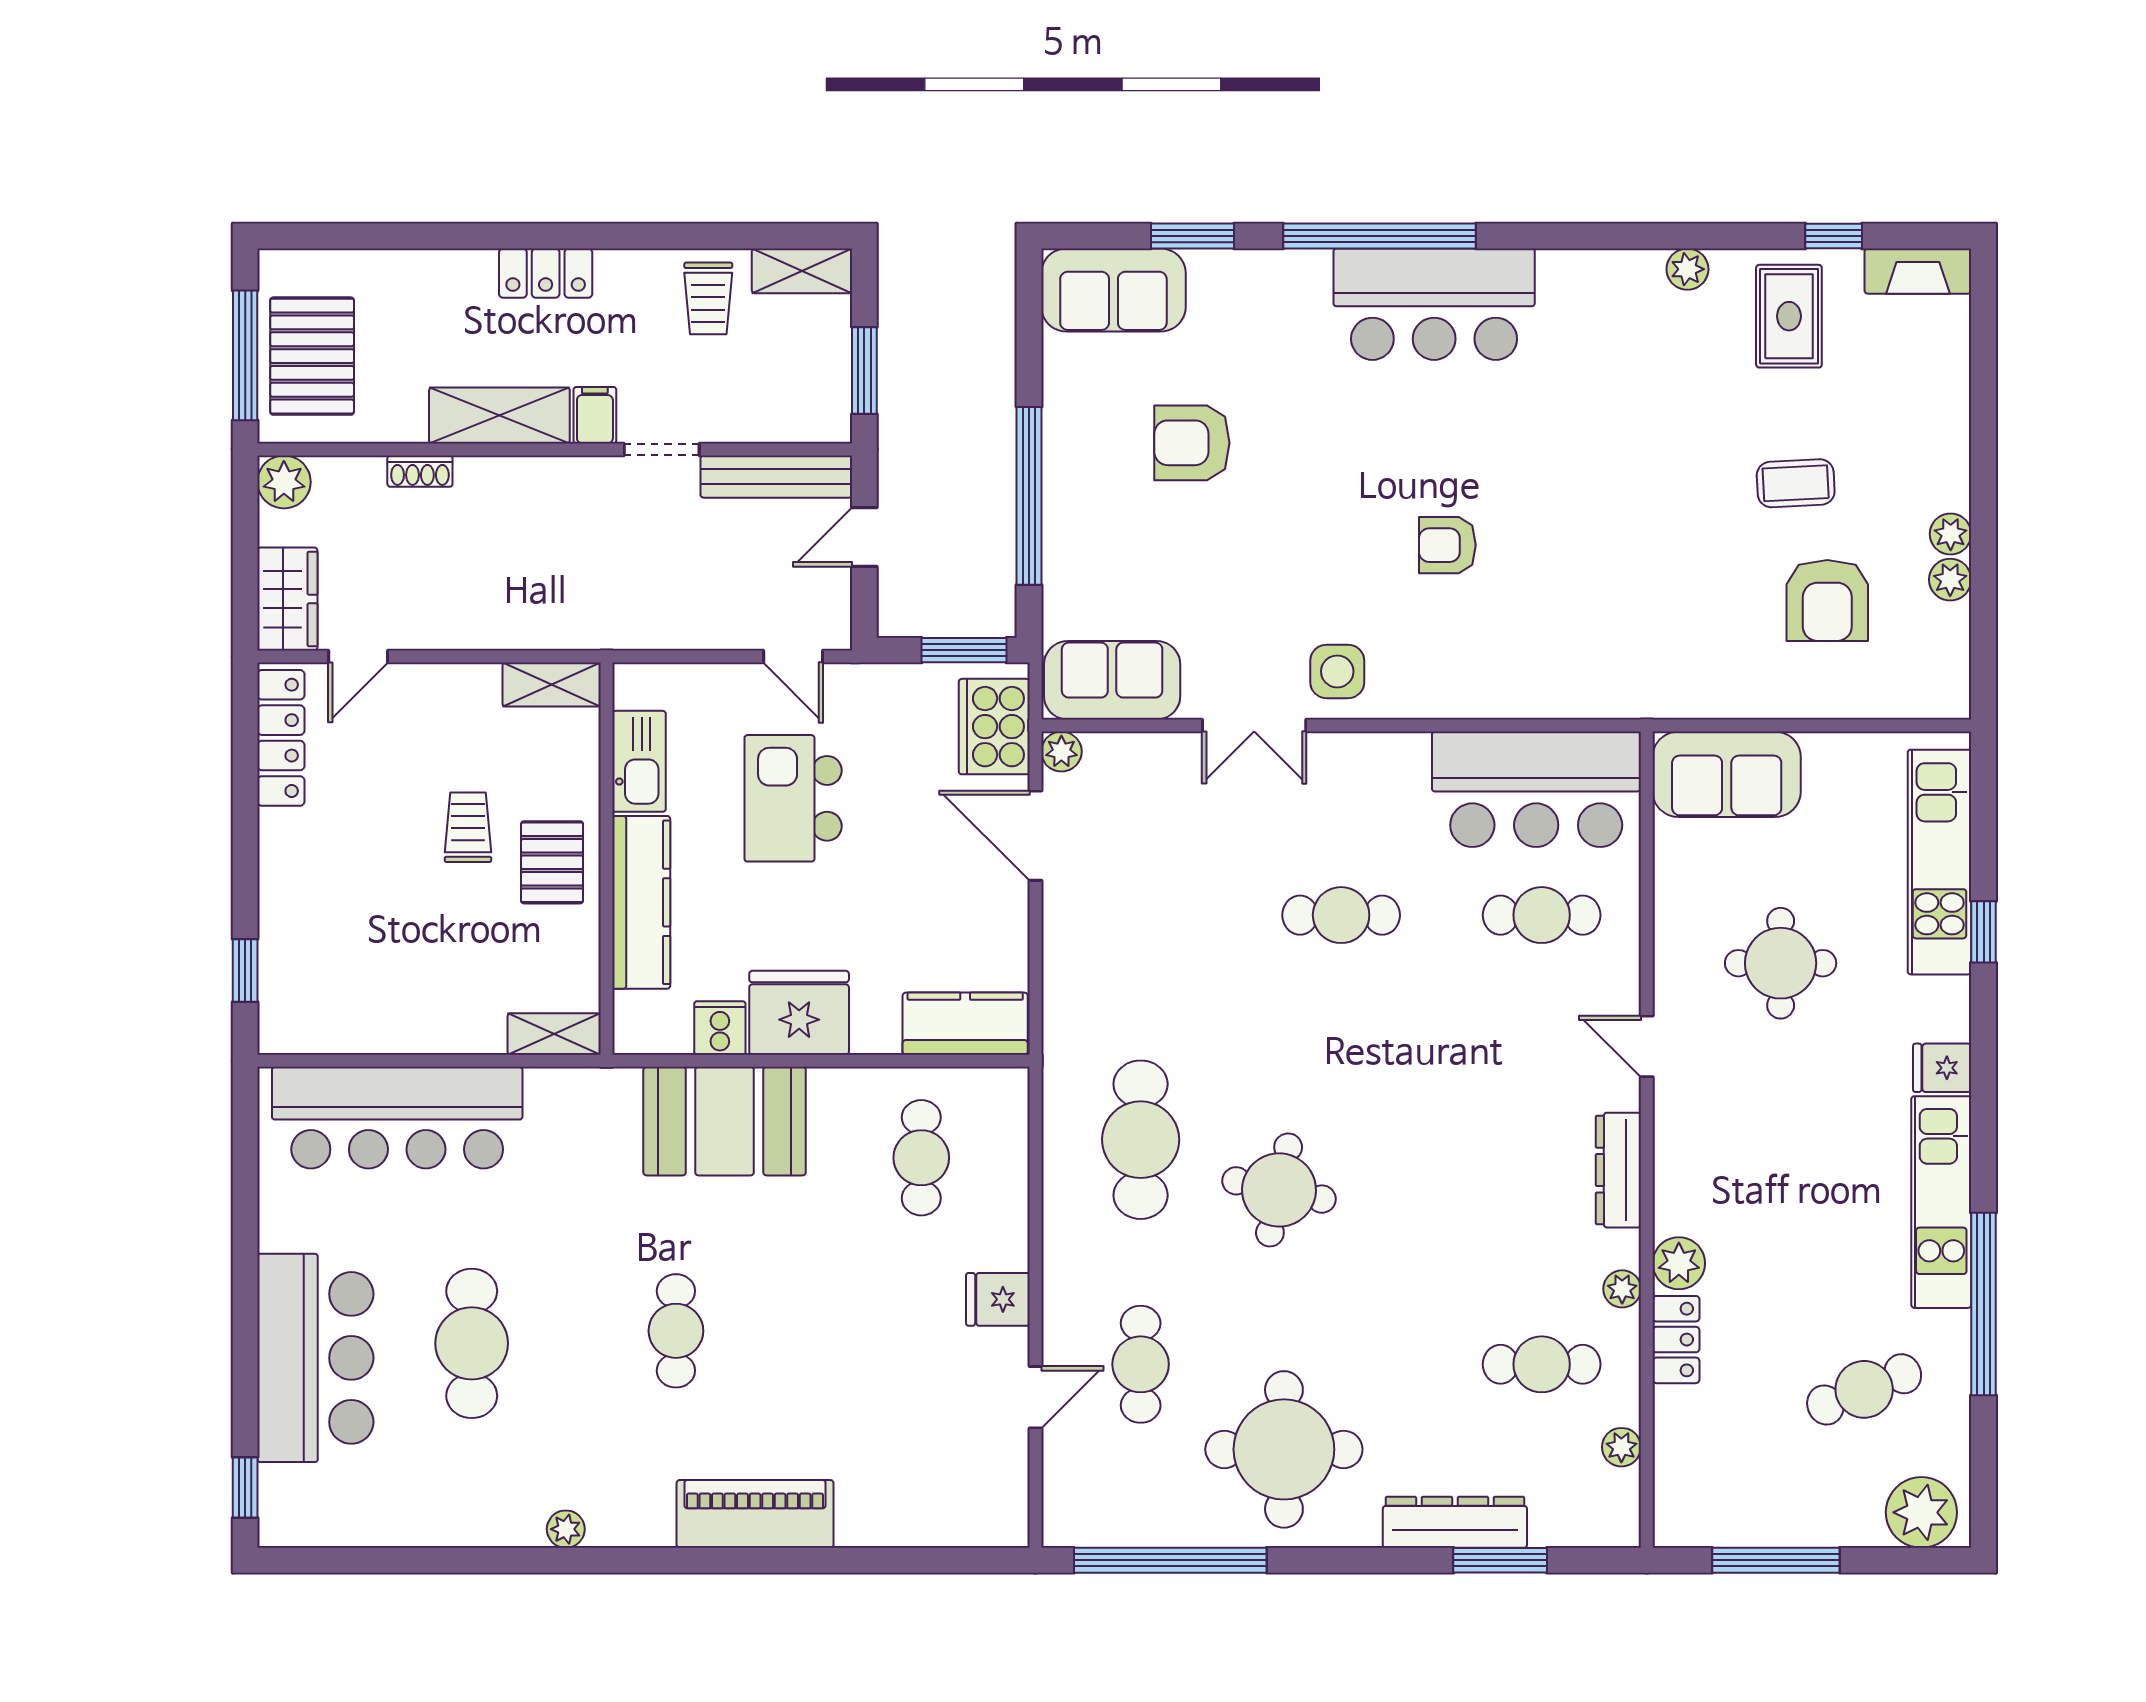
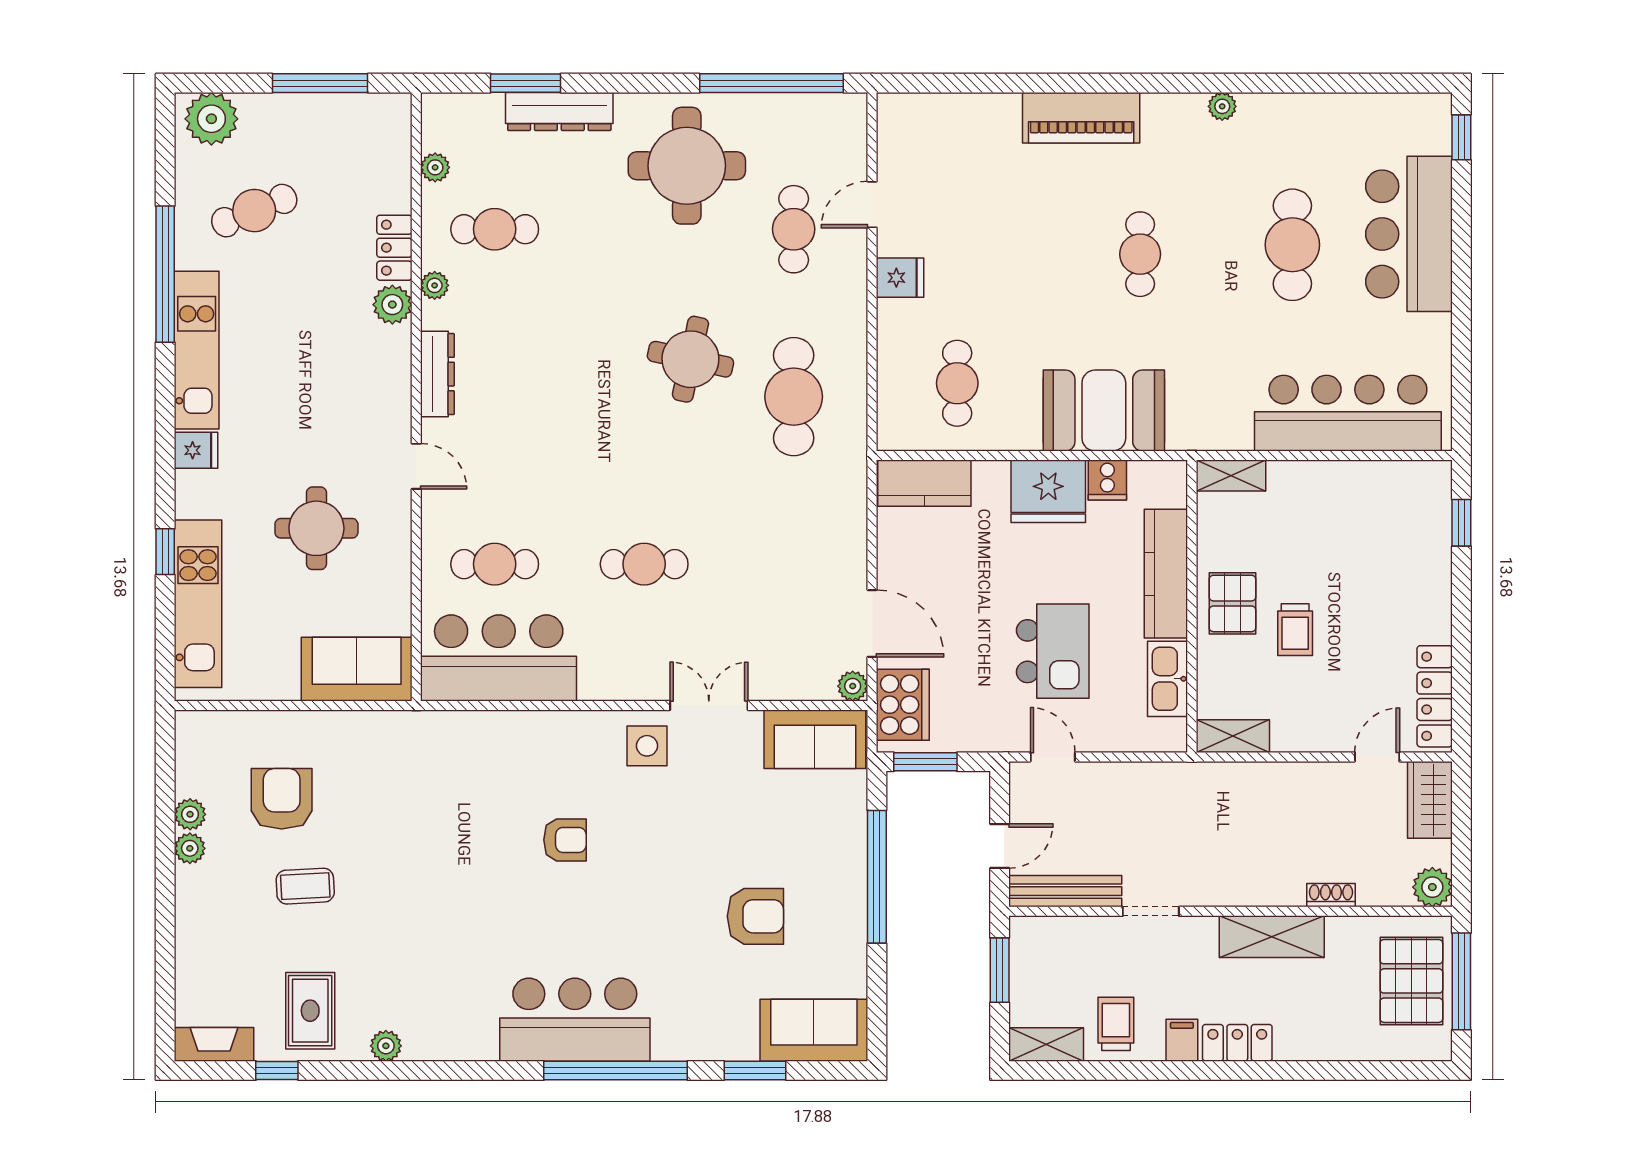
filing cabinet: (595, 415) -> (1182, 1040), moved, turned 180

